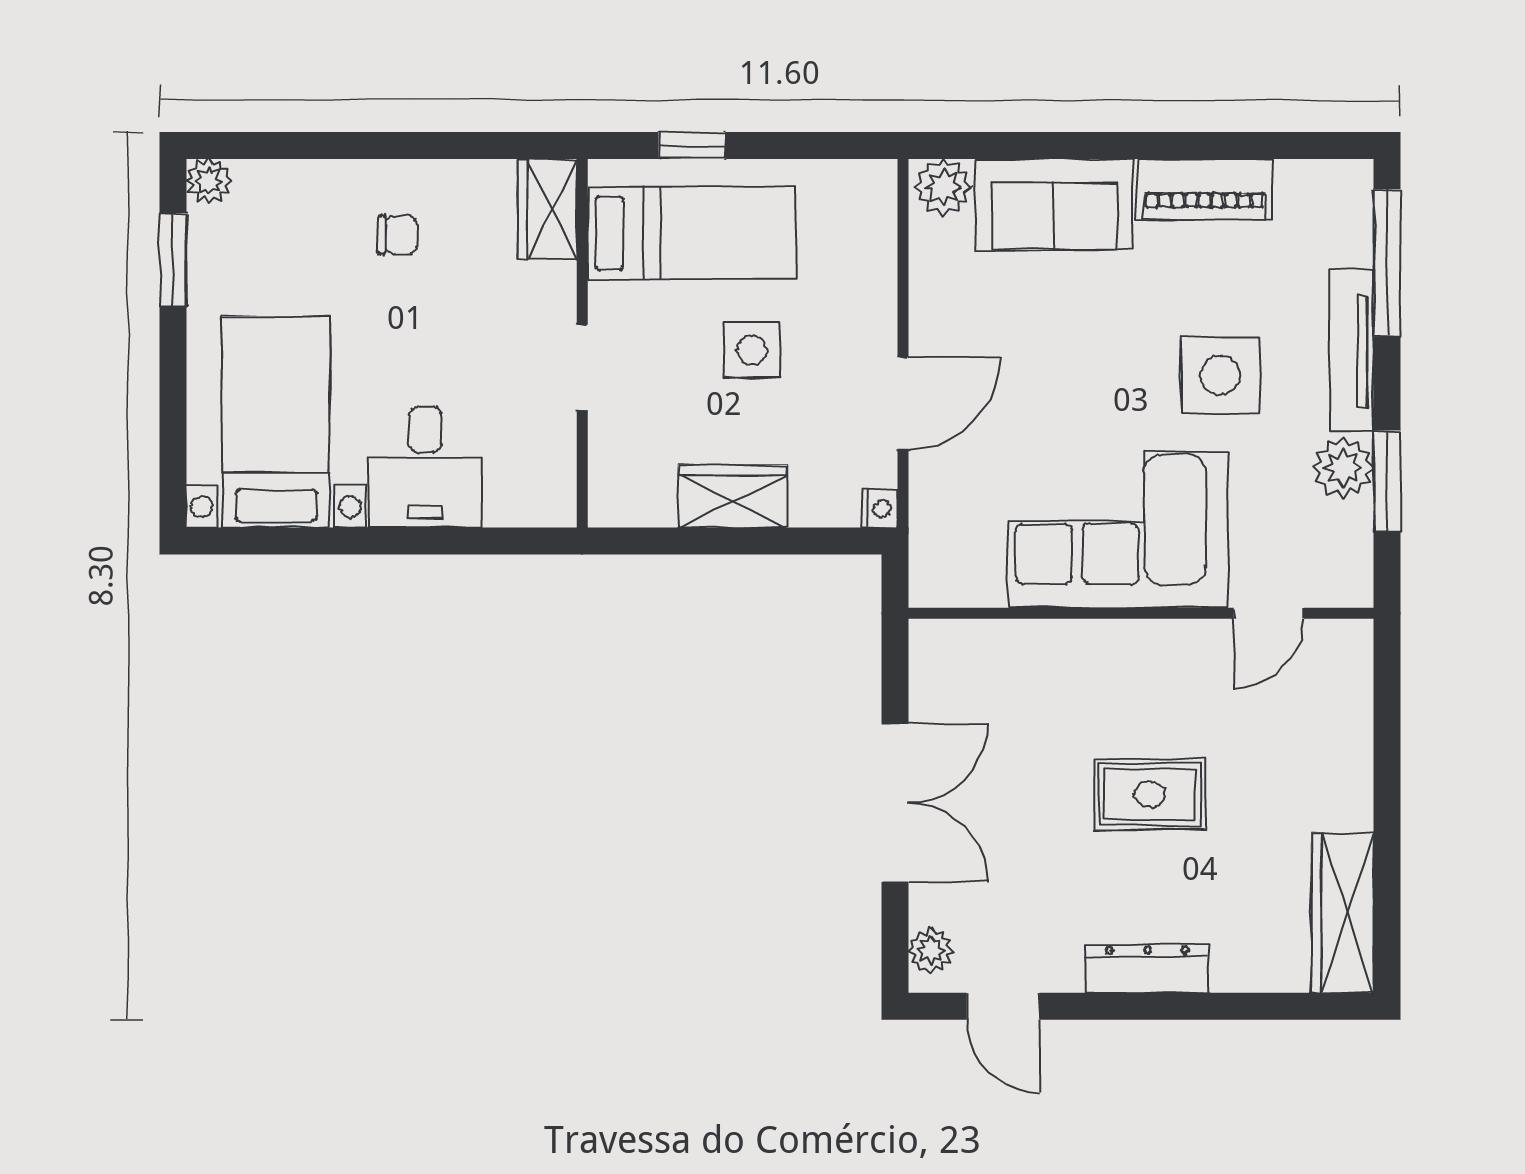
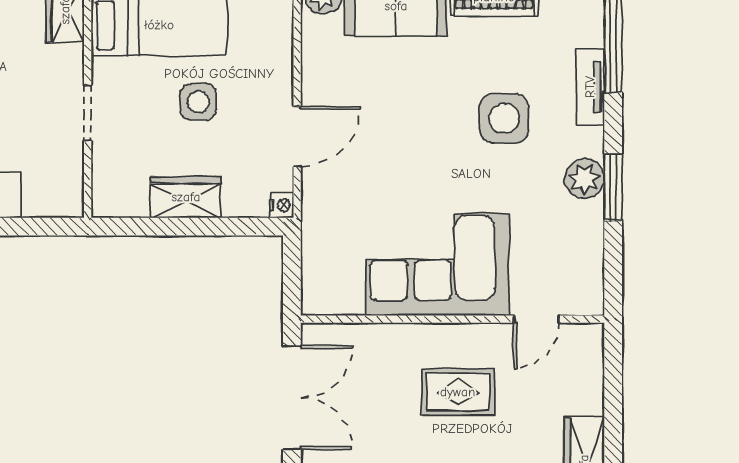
tv unit: (1351, 351) -> (590, 87), width x0.71
corner sofa: (1118, 530) -> (437, 264), moved
wall: (1141, 613) -> (453, 319), moved
door: (1269, 613) -> (536, 319), moved

